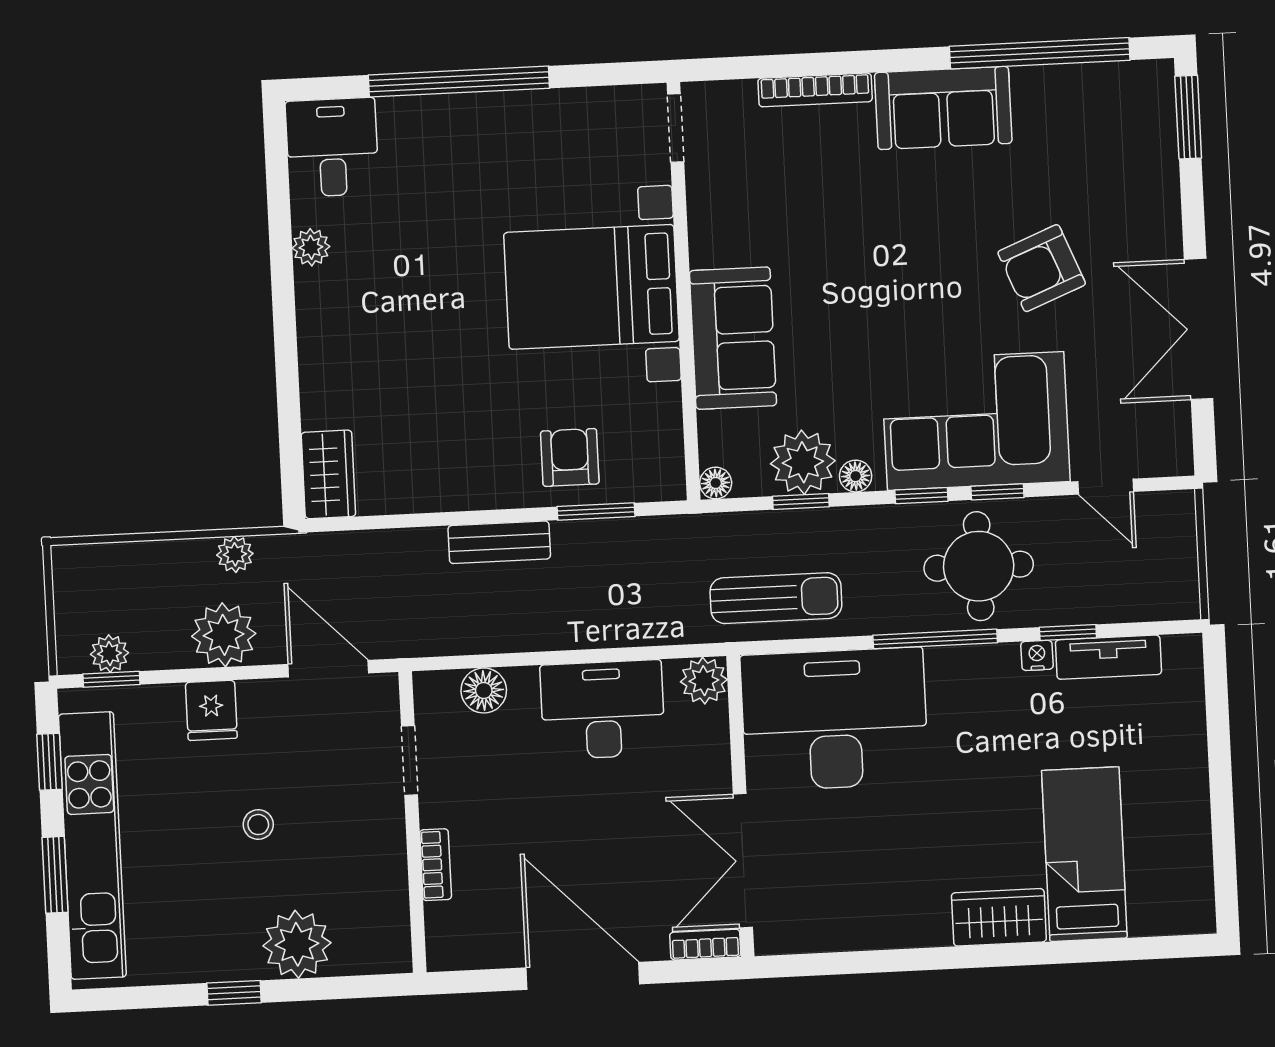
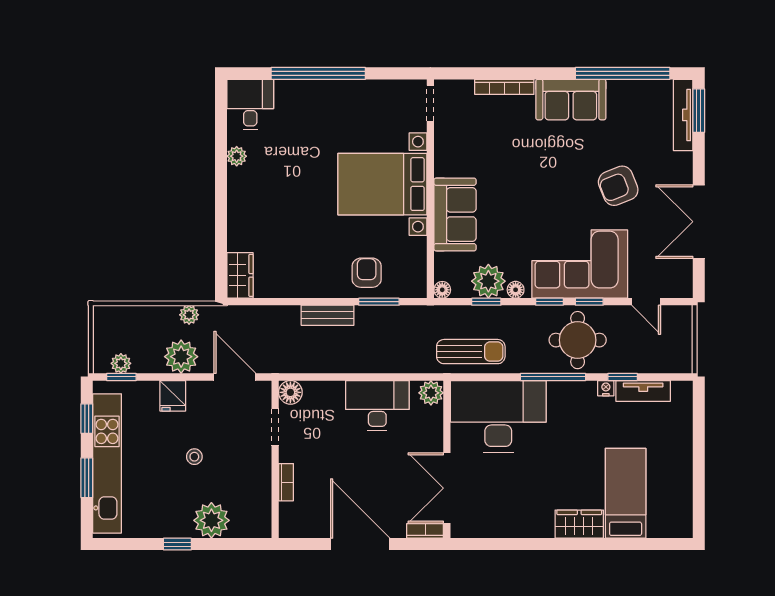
tv unit: (1159, 127) -> (683, 115), added
floor lamp: (484, 690) -> (290, 392), moved

